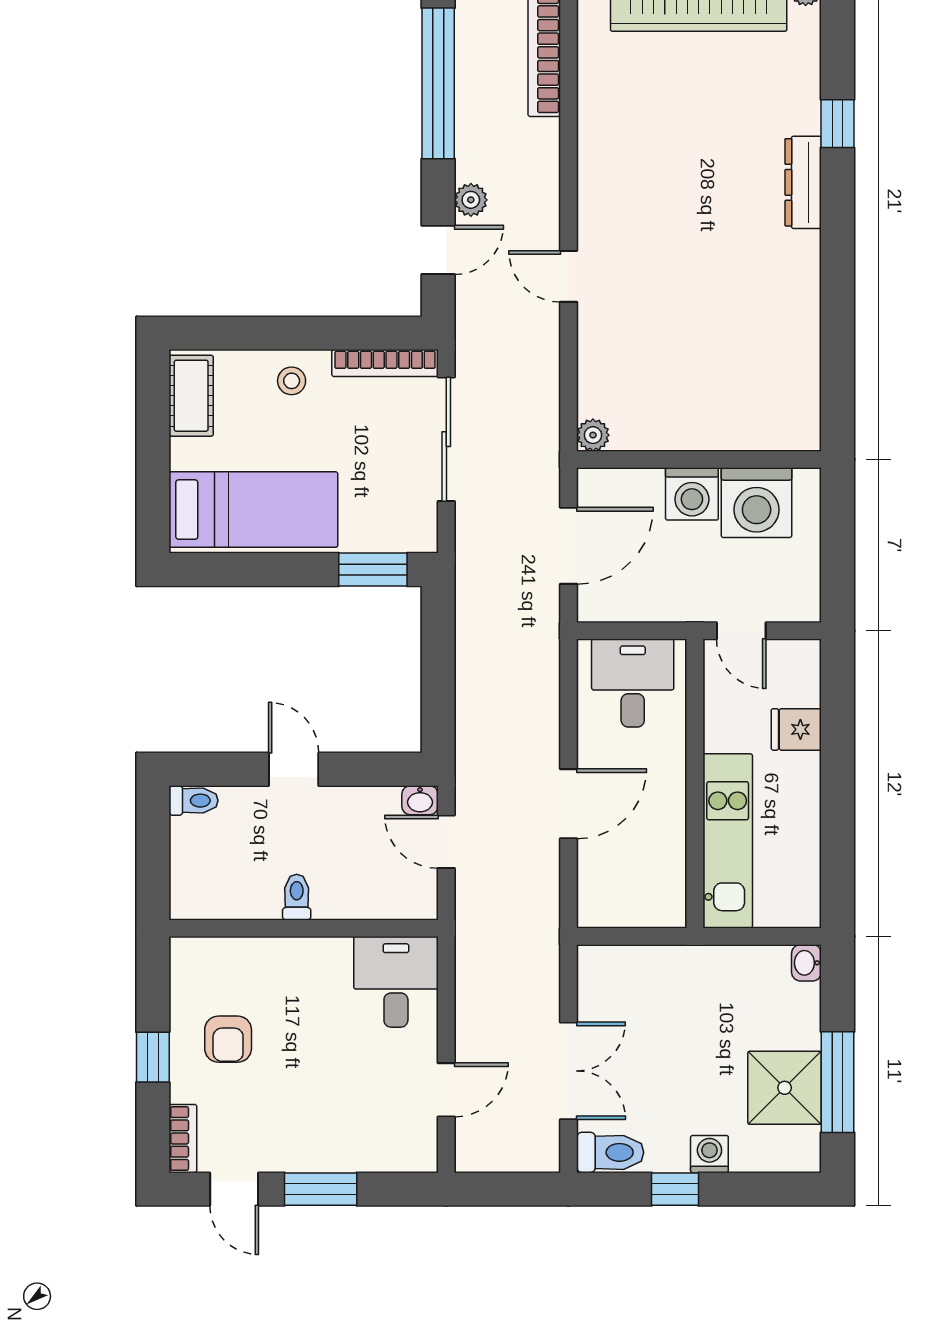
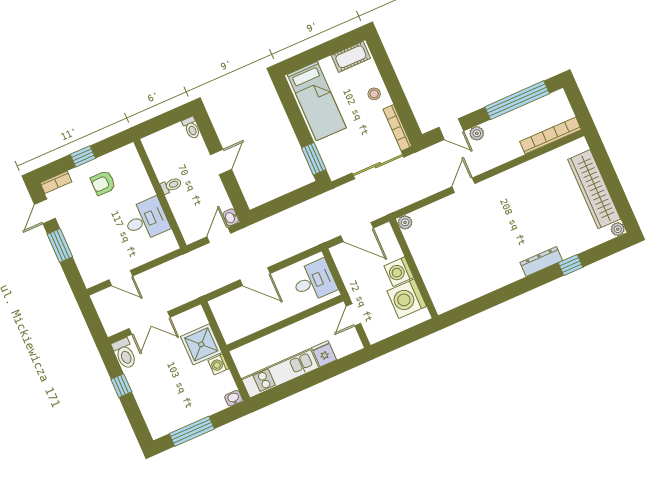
kitchen unit: (728, 841) -> (280, 373), moved, turned 180
desk: (396, 982) -> (146, 220), moved
shower: (785, 1088) -> (201, 344), moved
washing machine: (709, 1154) -> (218, 364), moved, turned 180

